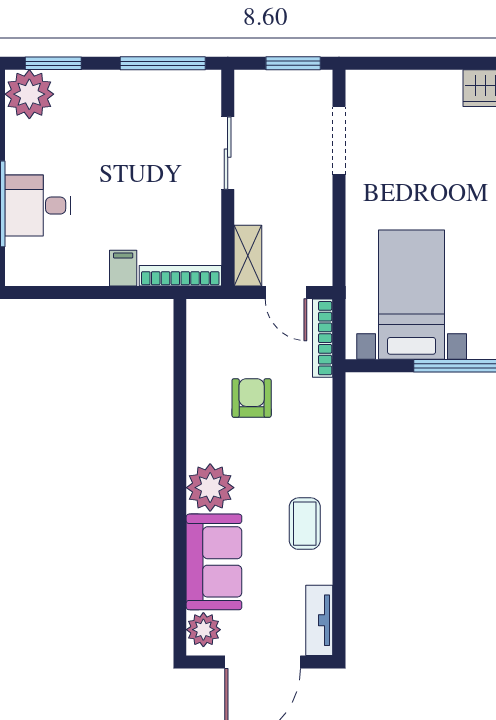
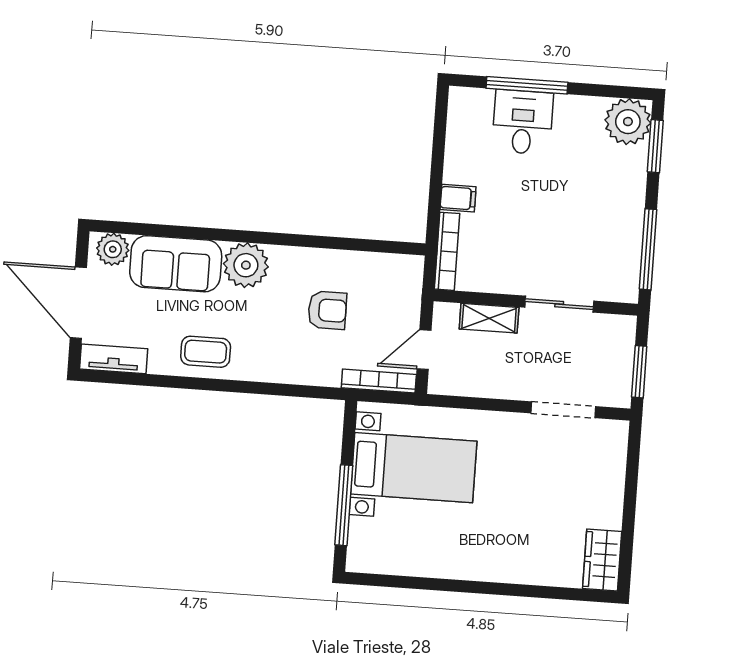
shelving: (248, 256) -> (489, 318), moved

